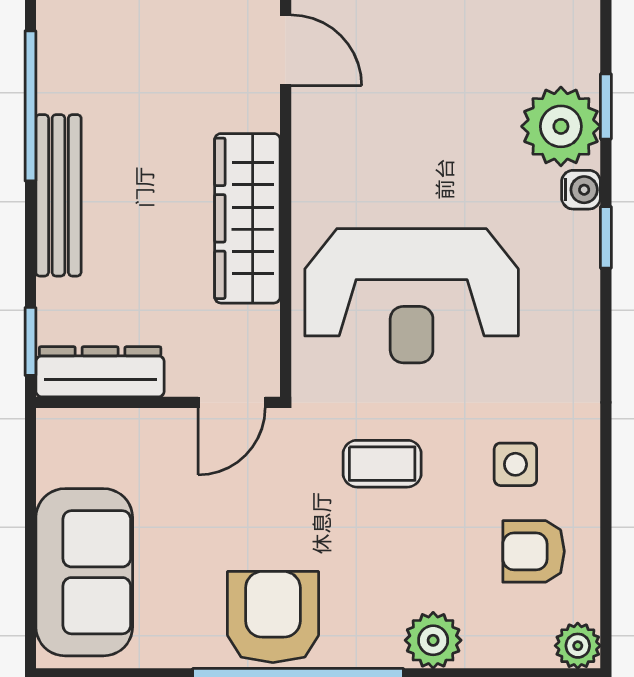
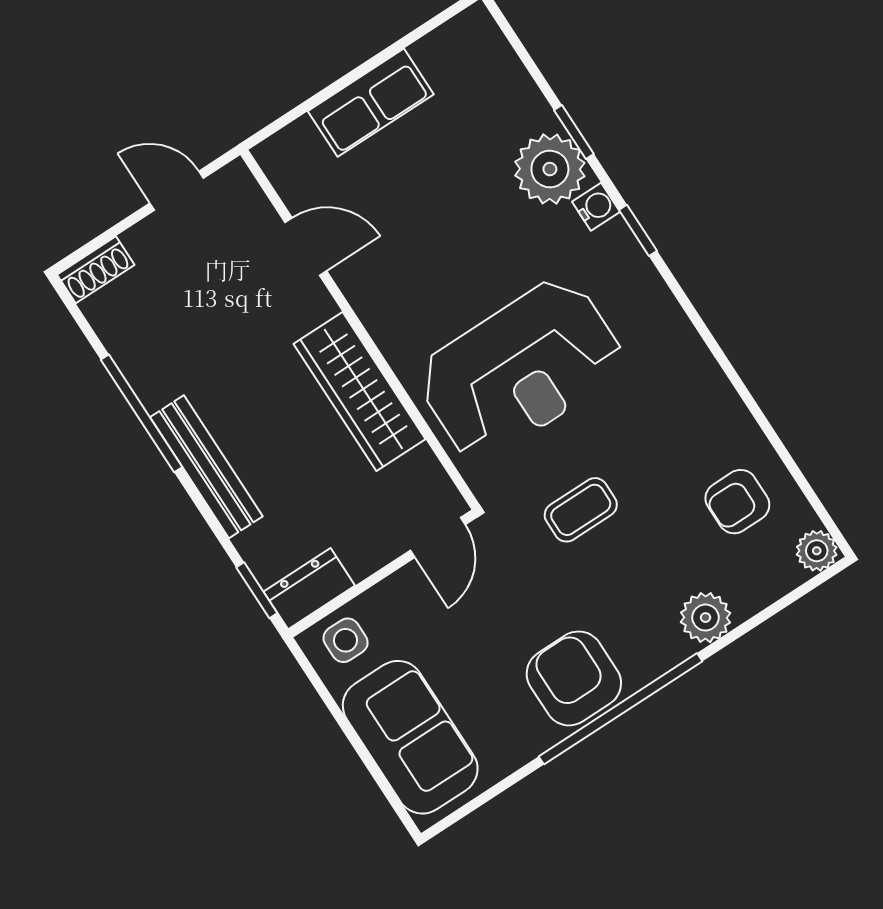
dresser: (100, 372) -> (309, 589), width x0.70
side table: (515, 464) -> (346, 640), moved

